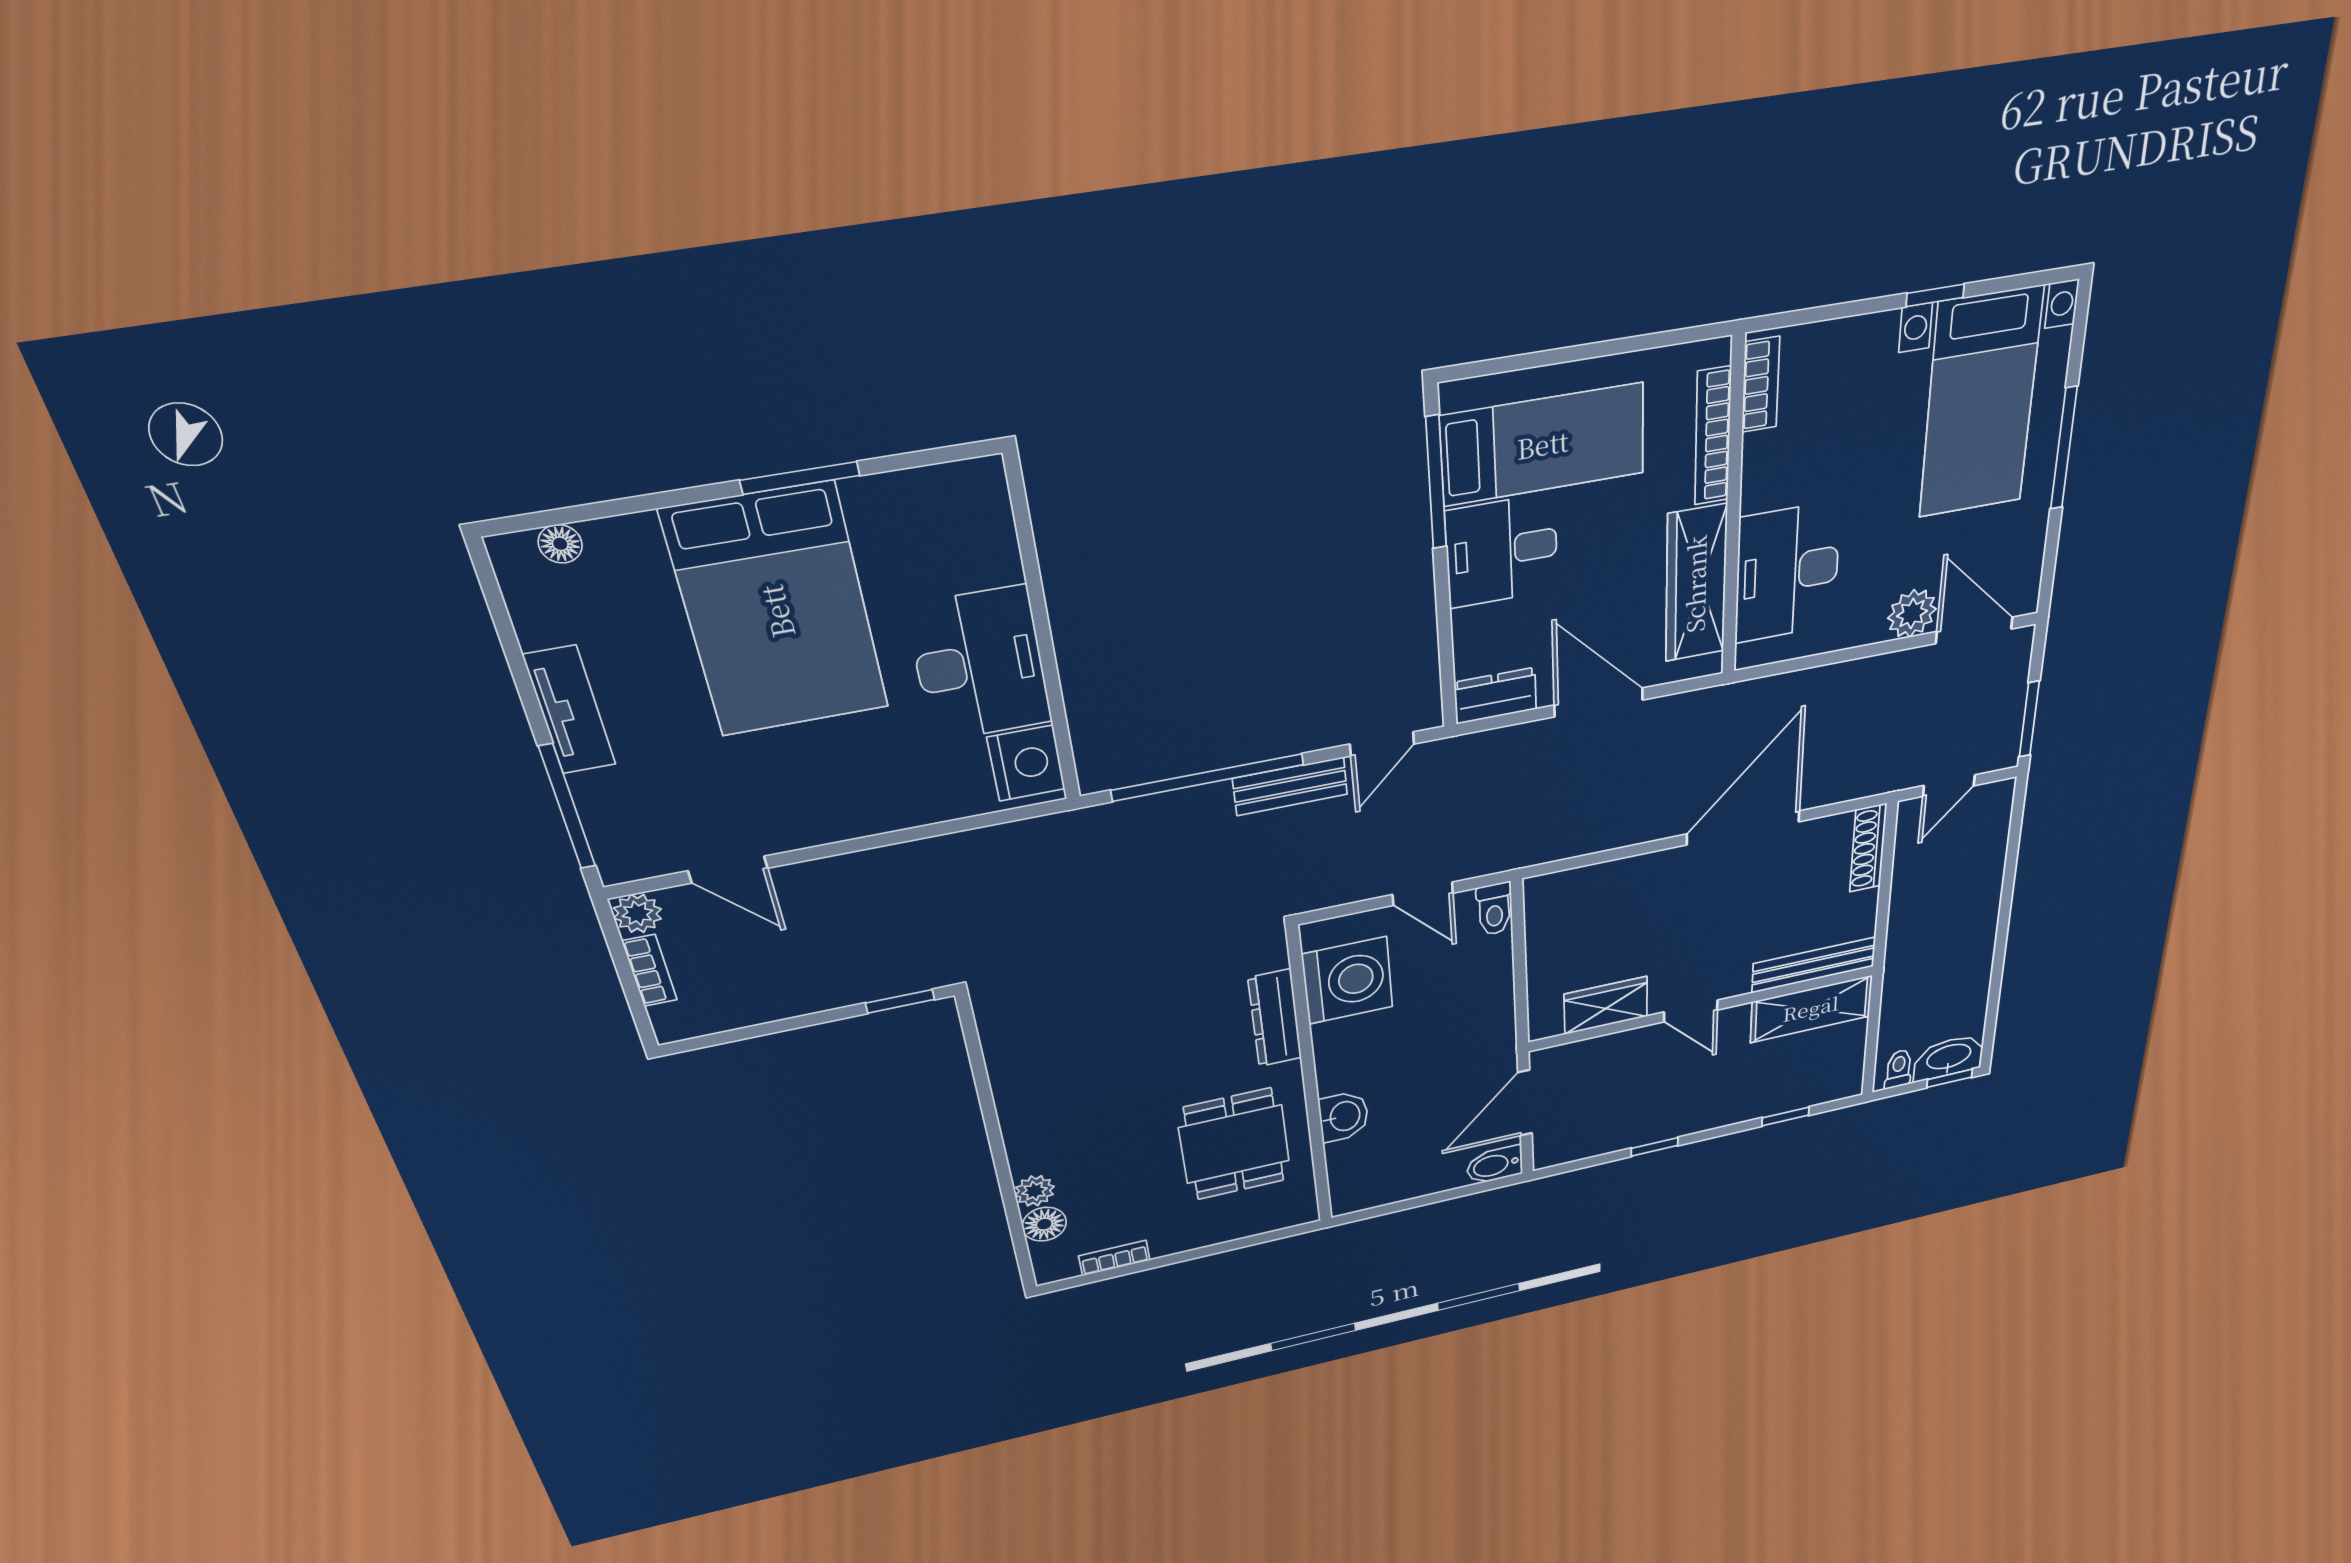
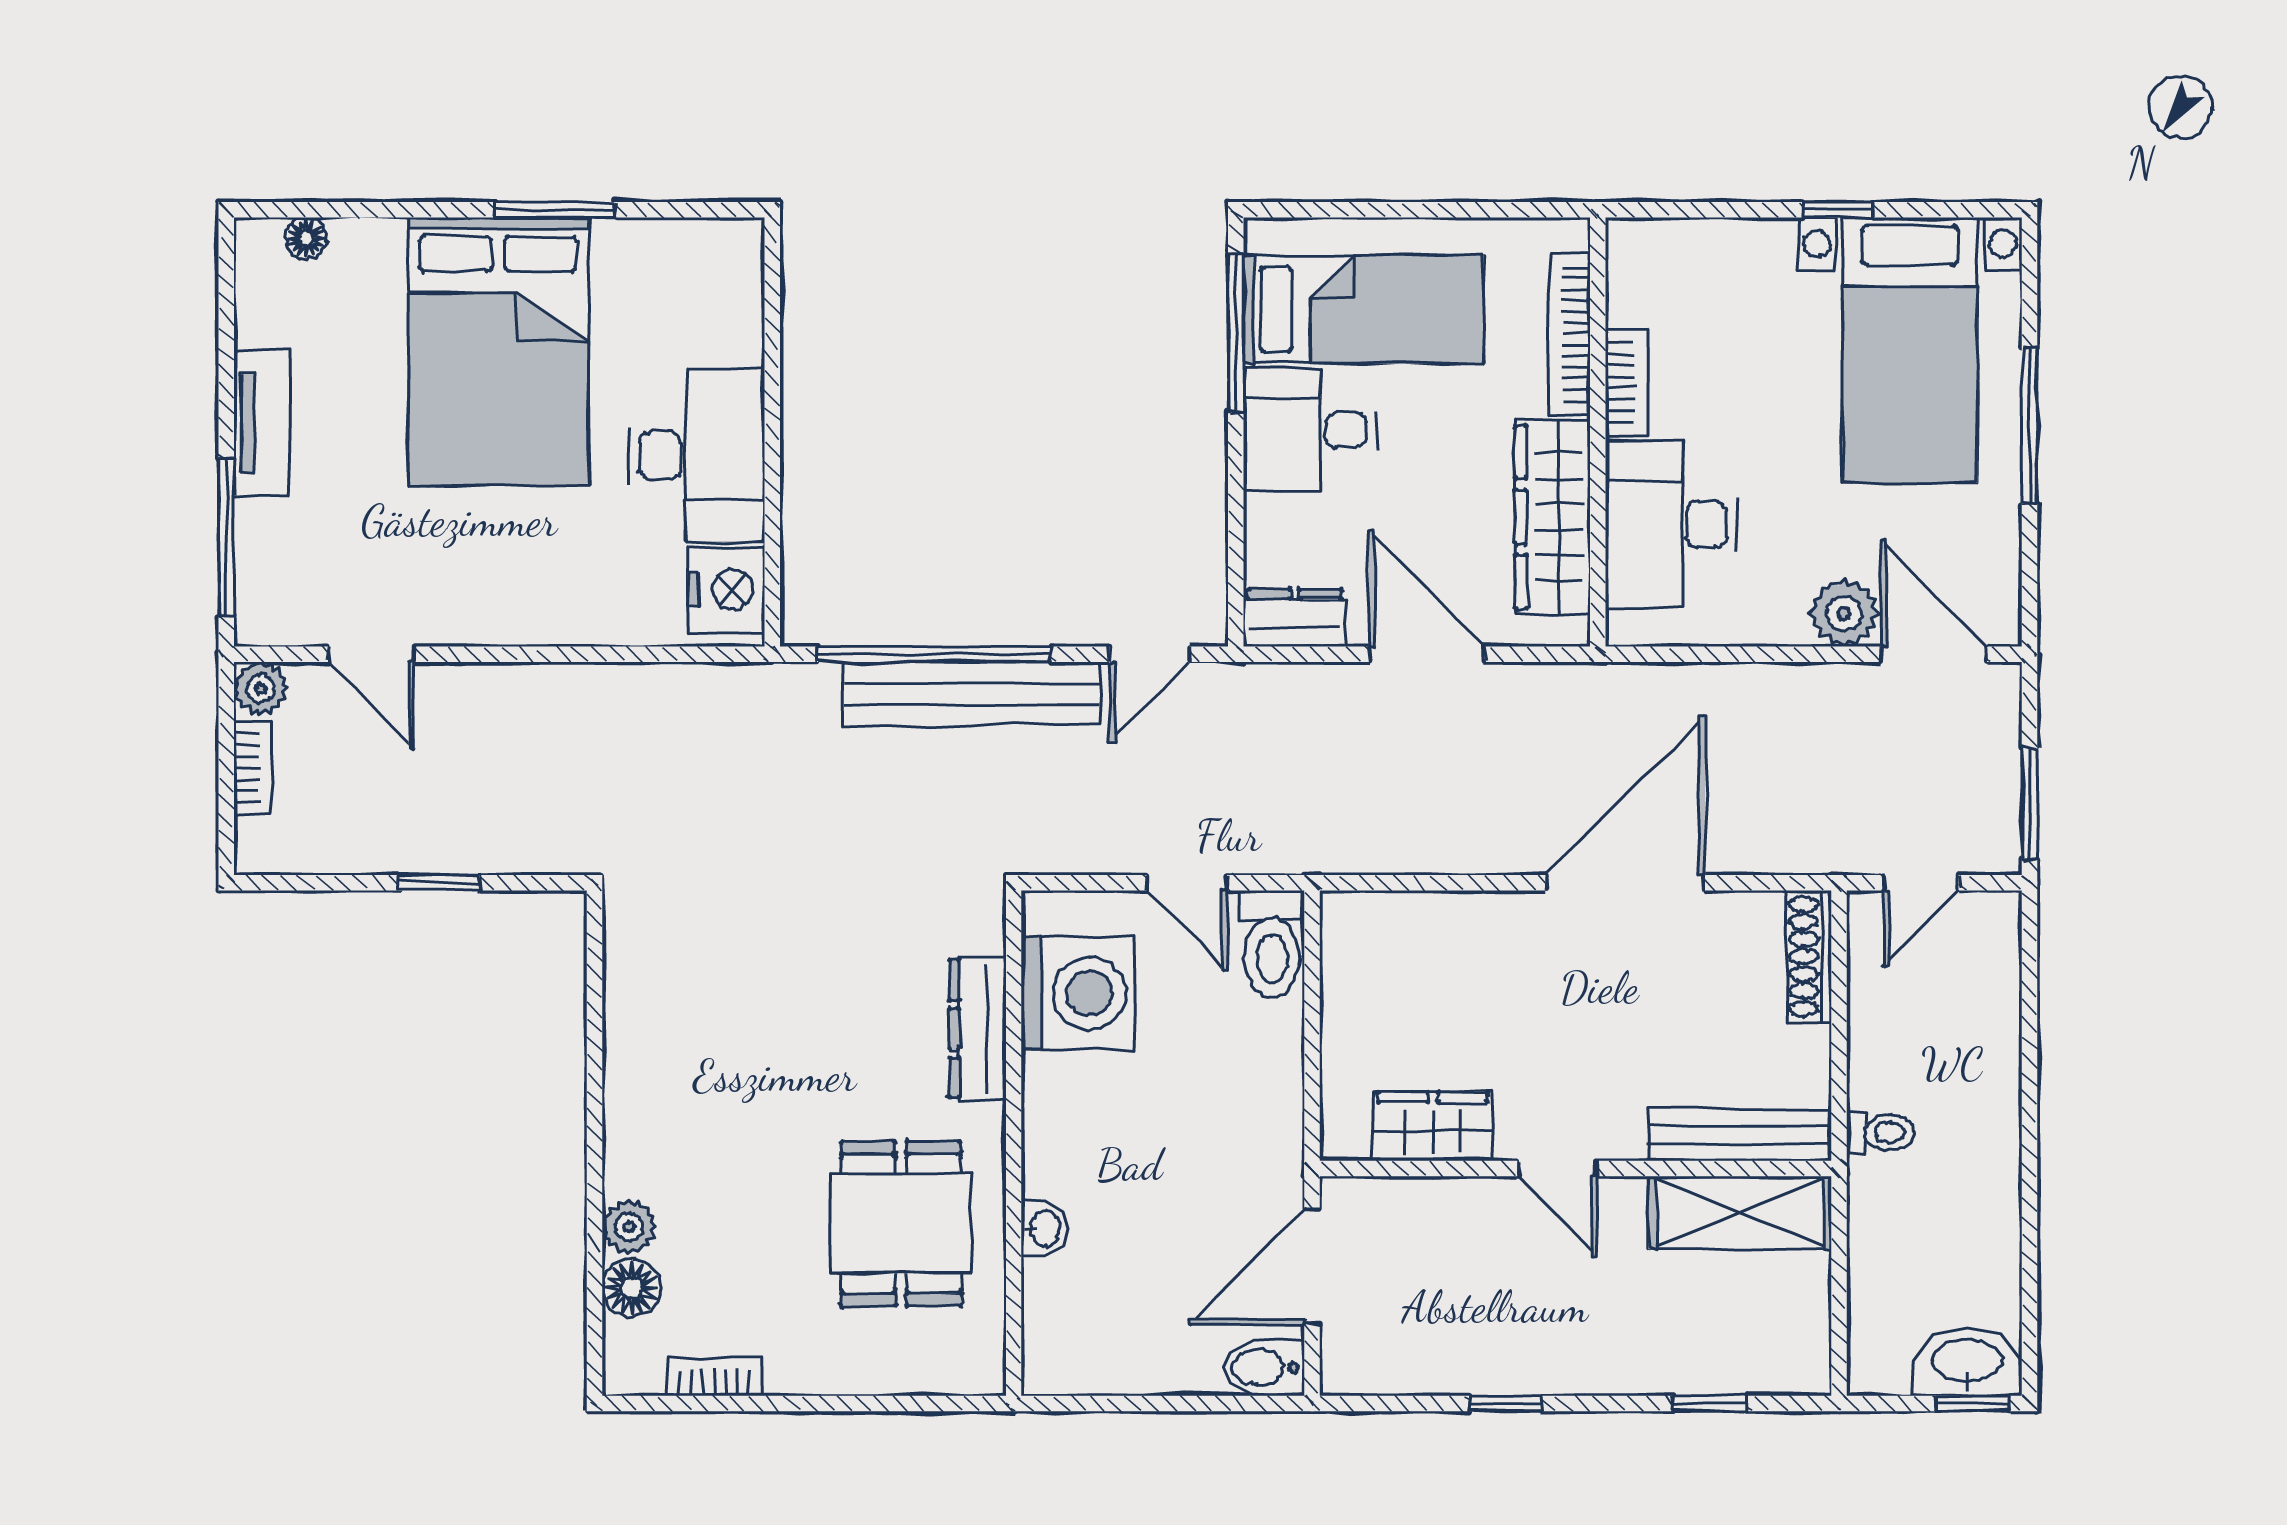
bookcase: (1761, 385) -> (1627, 382), moved
bench: (1290, 786) -> (972, 694), width x1.86, depth x1.21
toilet: (1494, 909) -> (1272, 944), width x1.37, depth x1.39
window: (900, 1001) -> (439, 883), moved
toilet: (1899, 1069) -> (1880, 1132), moved, turned 90
washbasin: (1344, 1116) -> (1044, 1229), width x0.72, depth x0.69

